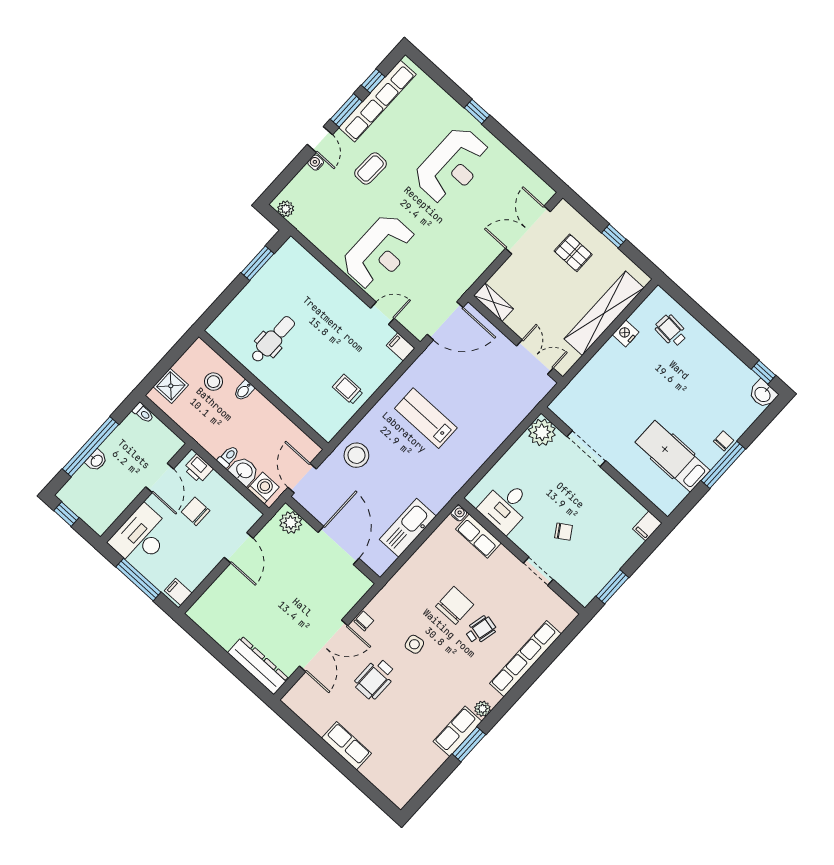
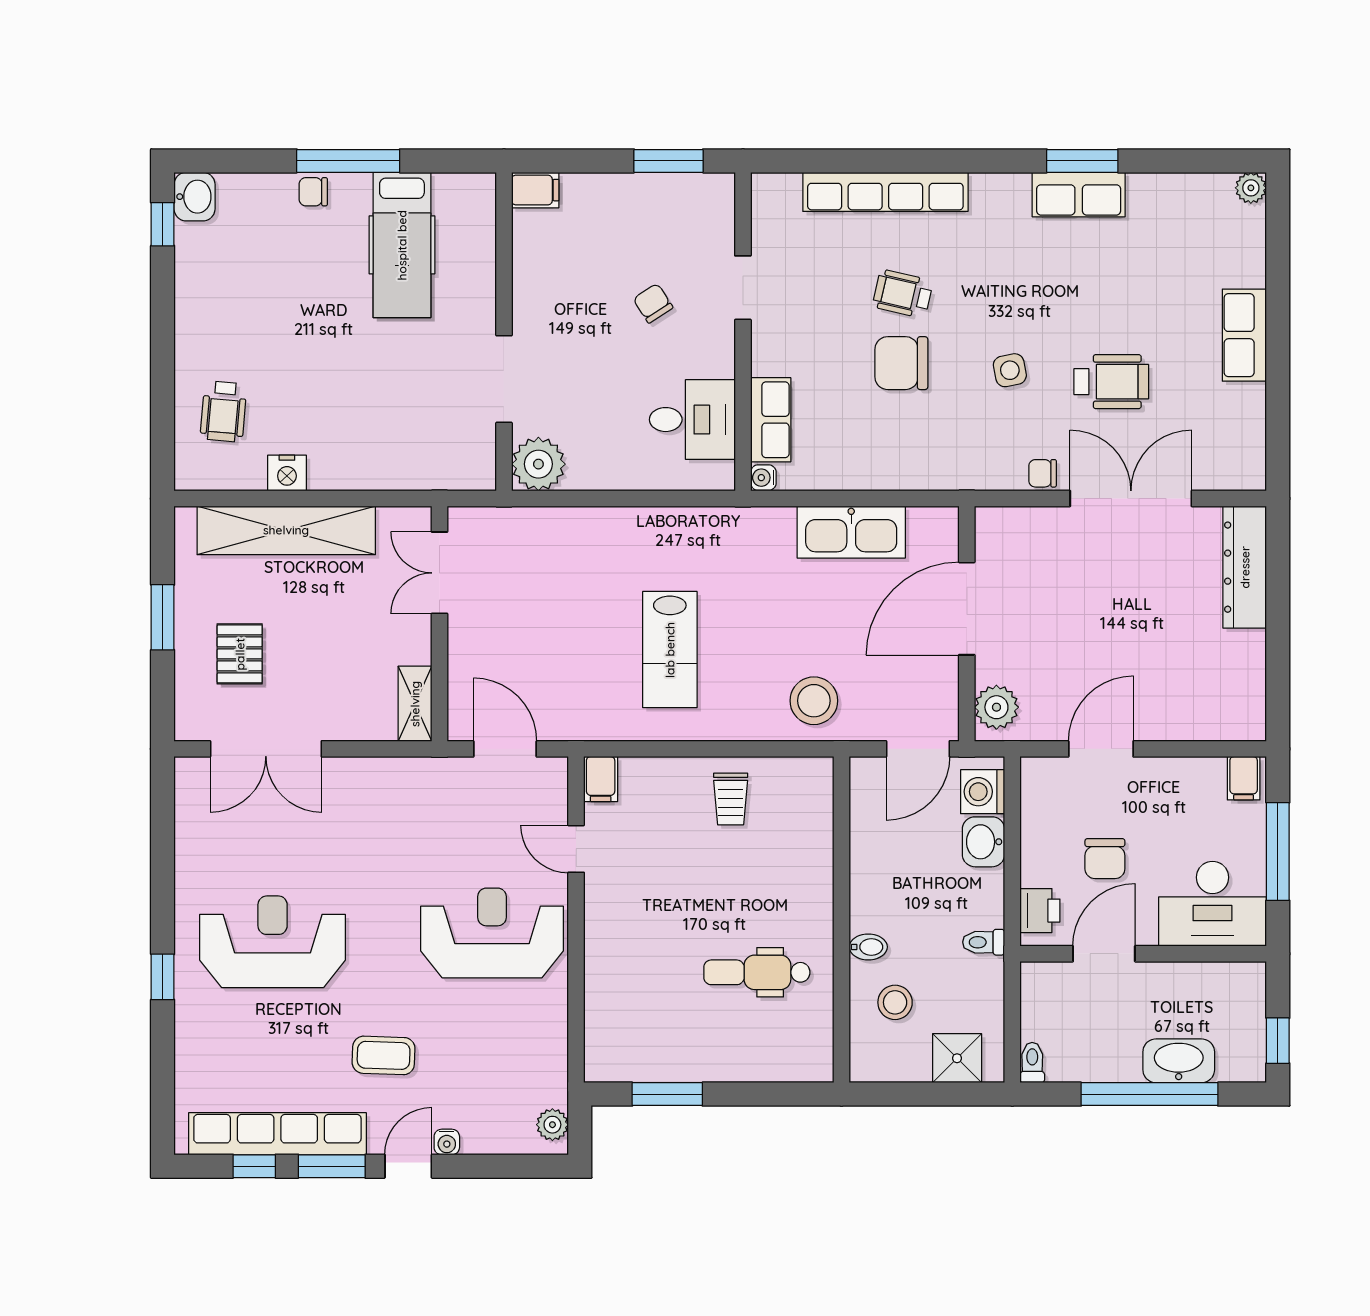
window: (614, 236) -> (163, 617), width x1.50
door: (445, 321) -> (505, 749), width x0.73
toilet: (228, 457) -> (984, 942), moved
washbasin: (96, 460) -> (1179, 1061), width x1.91, depth x1.45
plant: (483, 709) -> (1251, 188), moved

